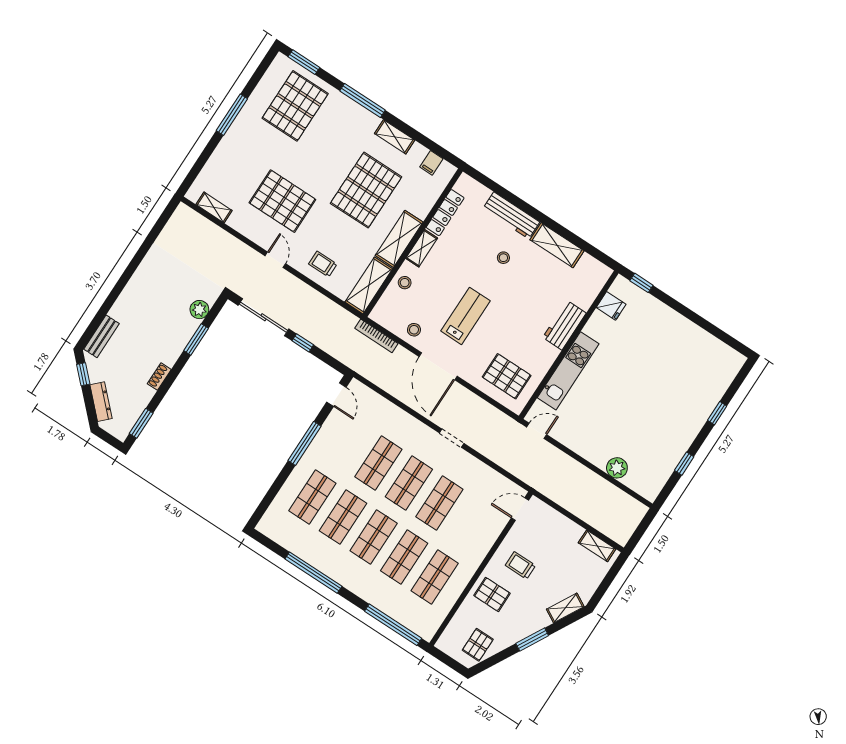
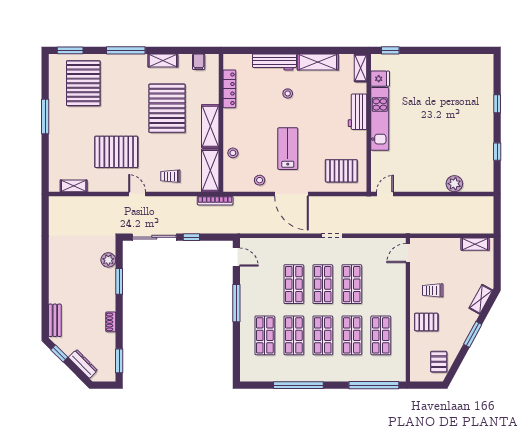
shelving: (422, 248) -> (361, 68), moved
bookcase: (376, 336) -> (215, 201), moved
kitchen unit: (568, 371) -> (380, 119), moved

